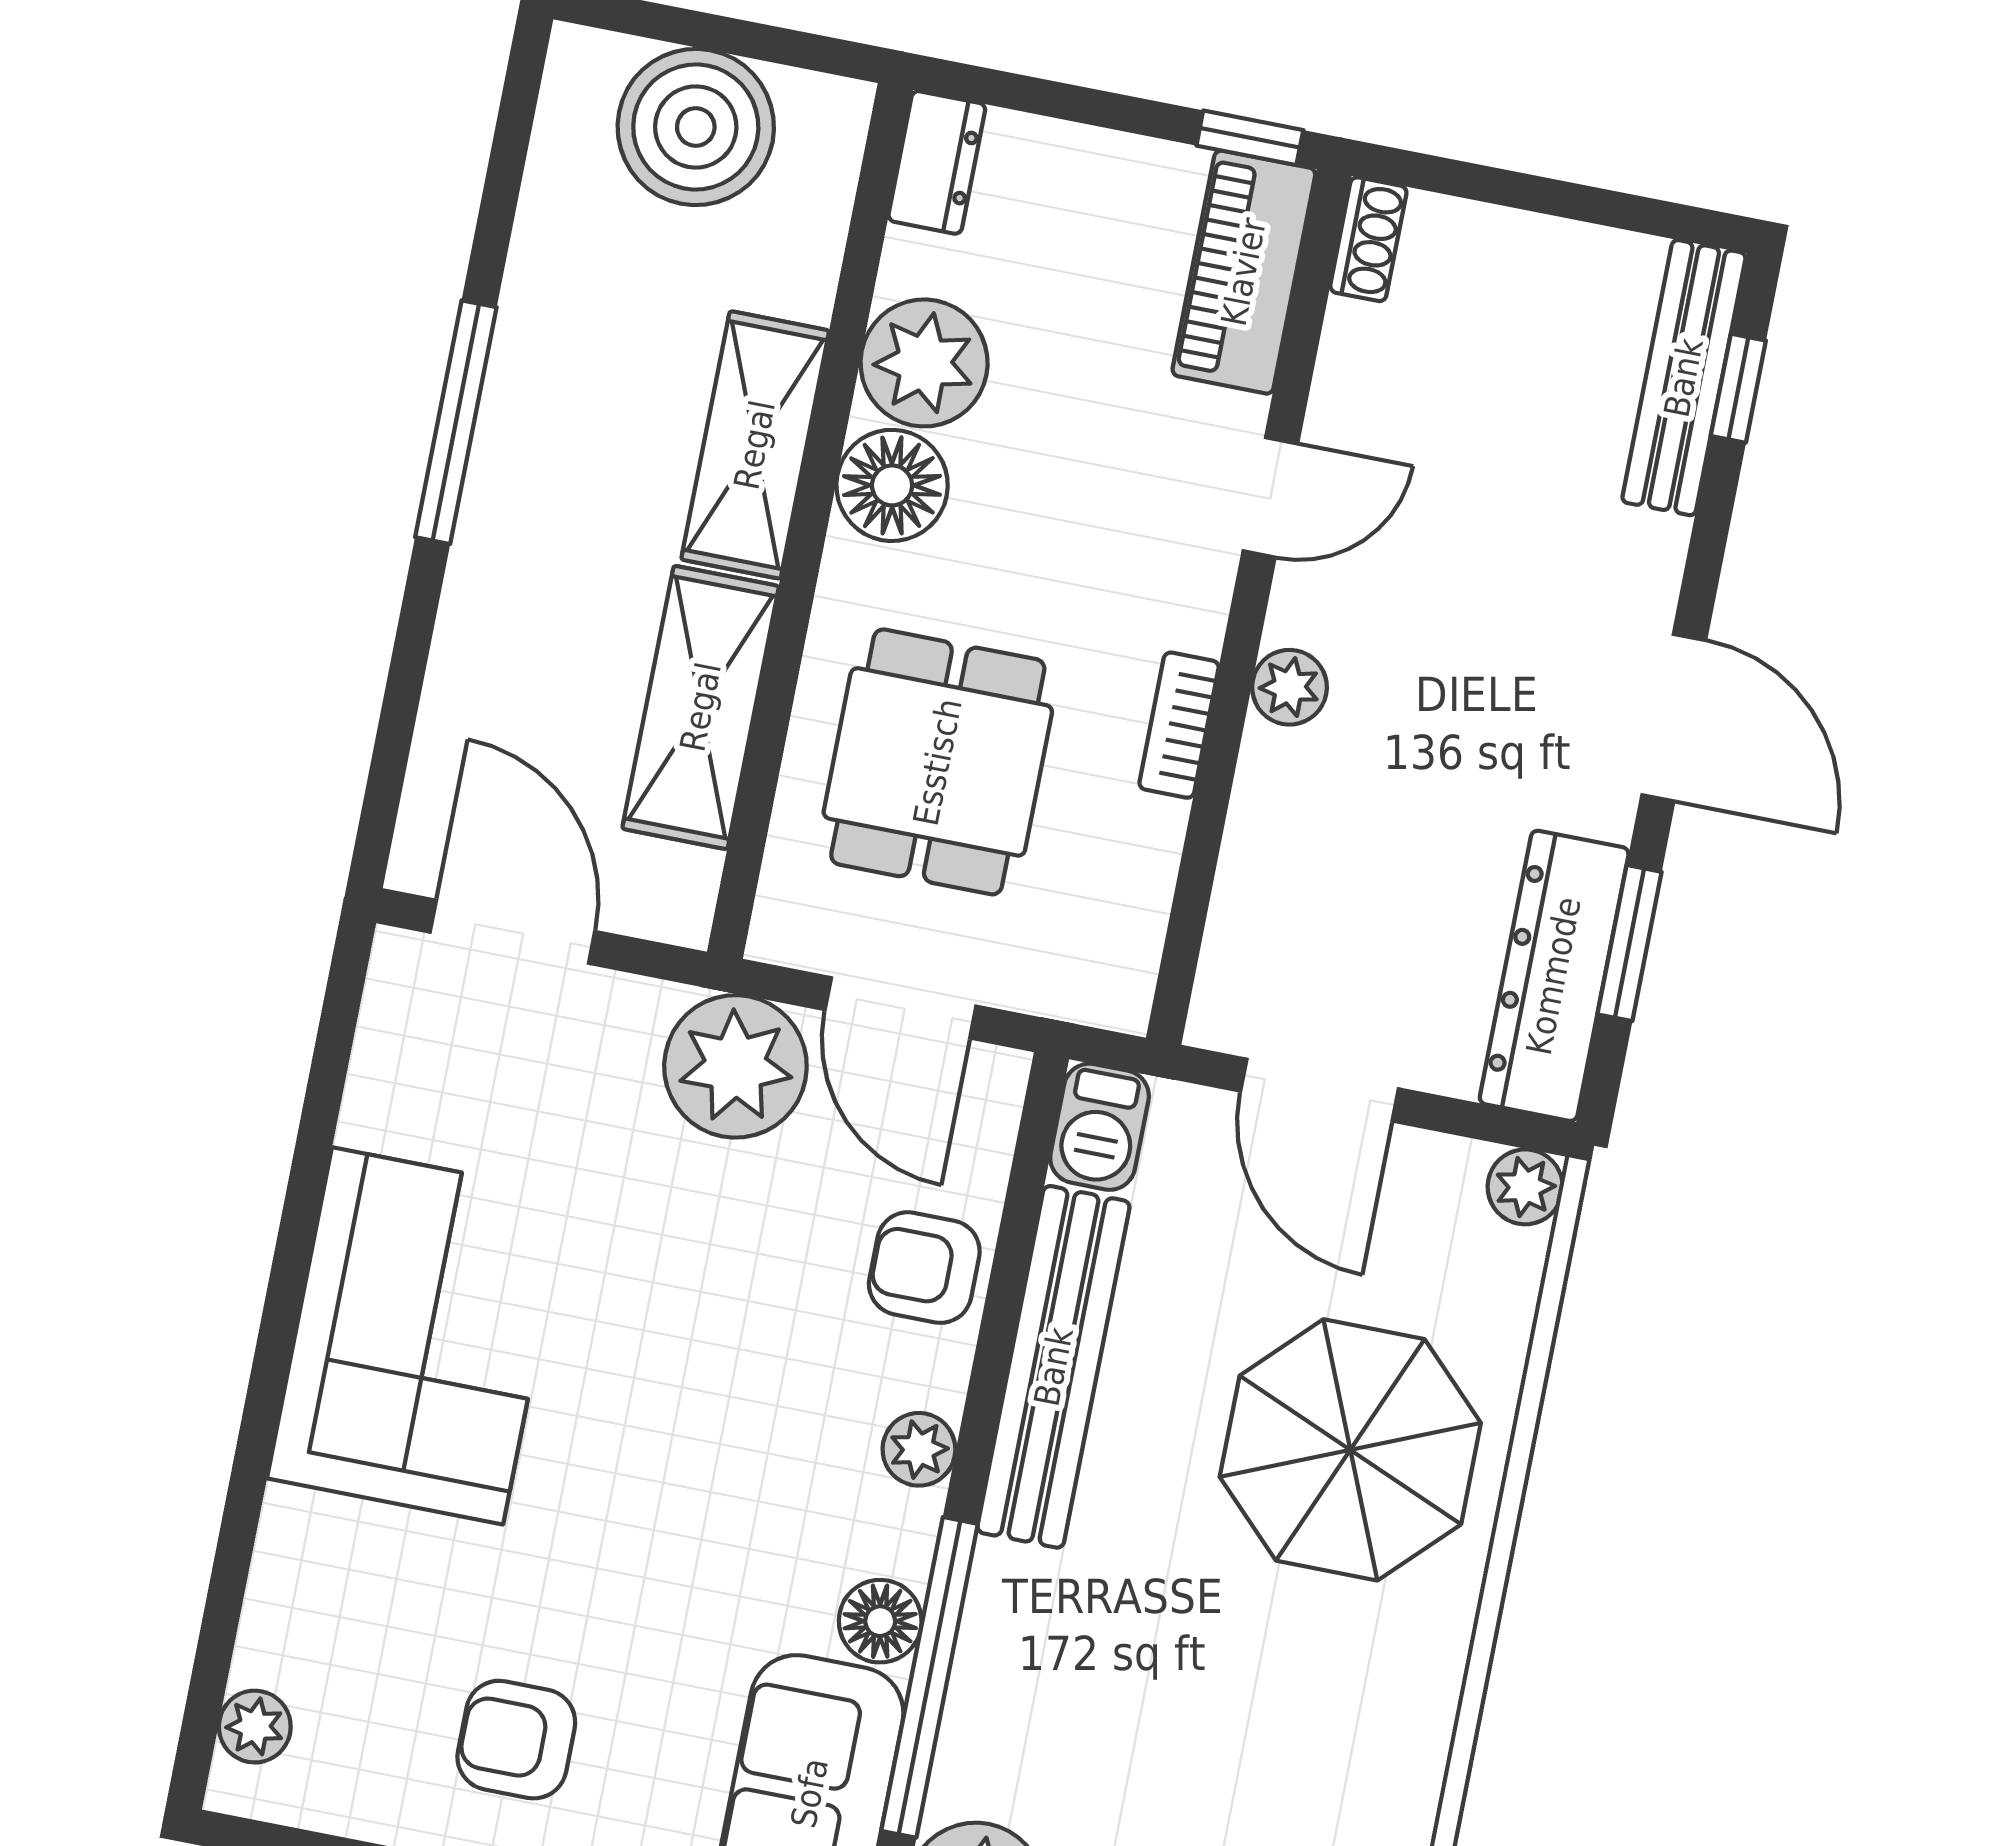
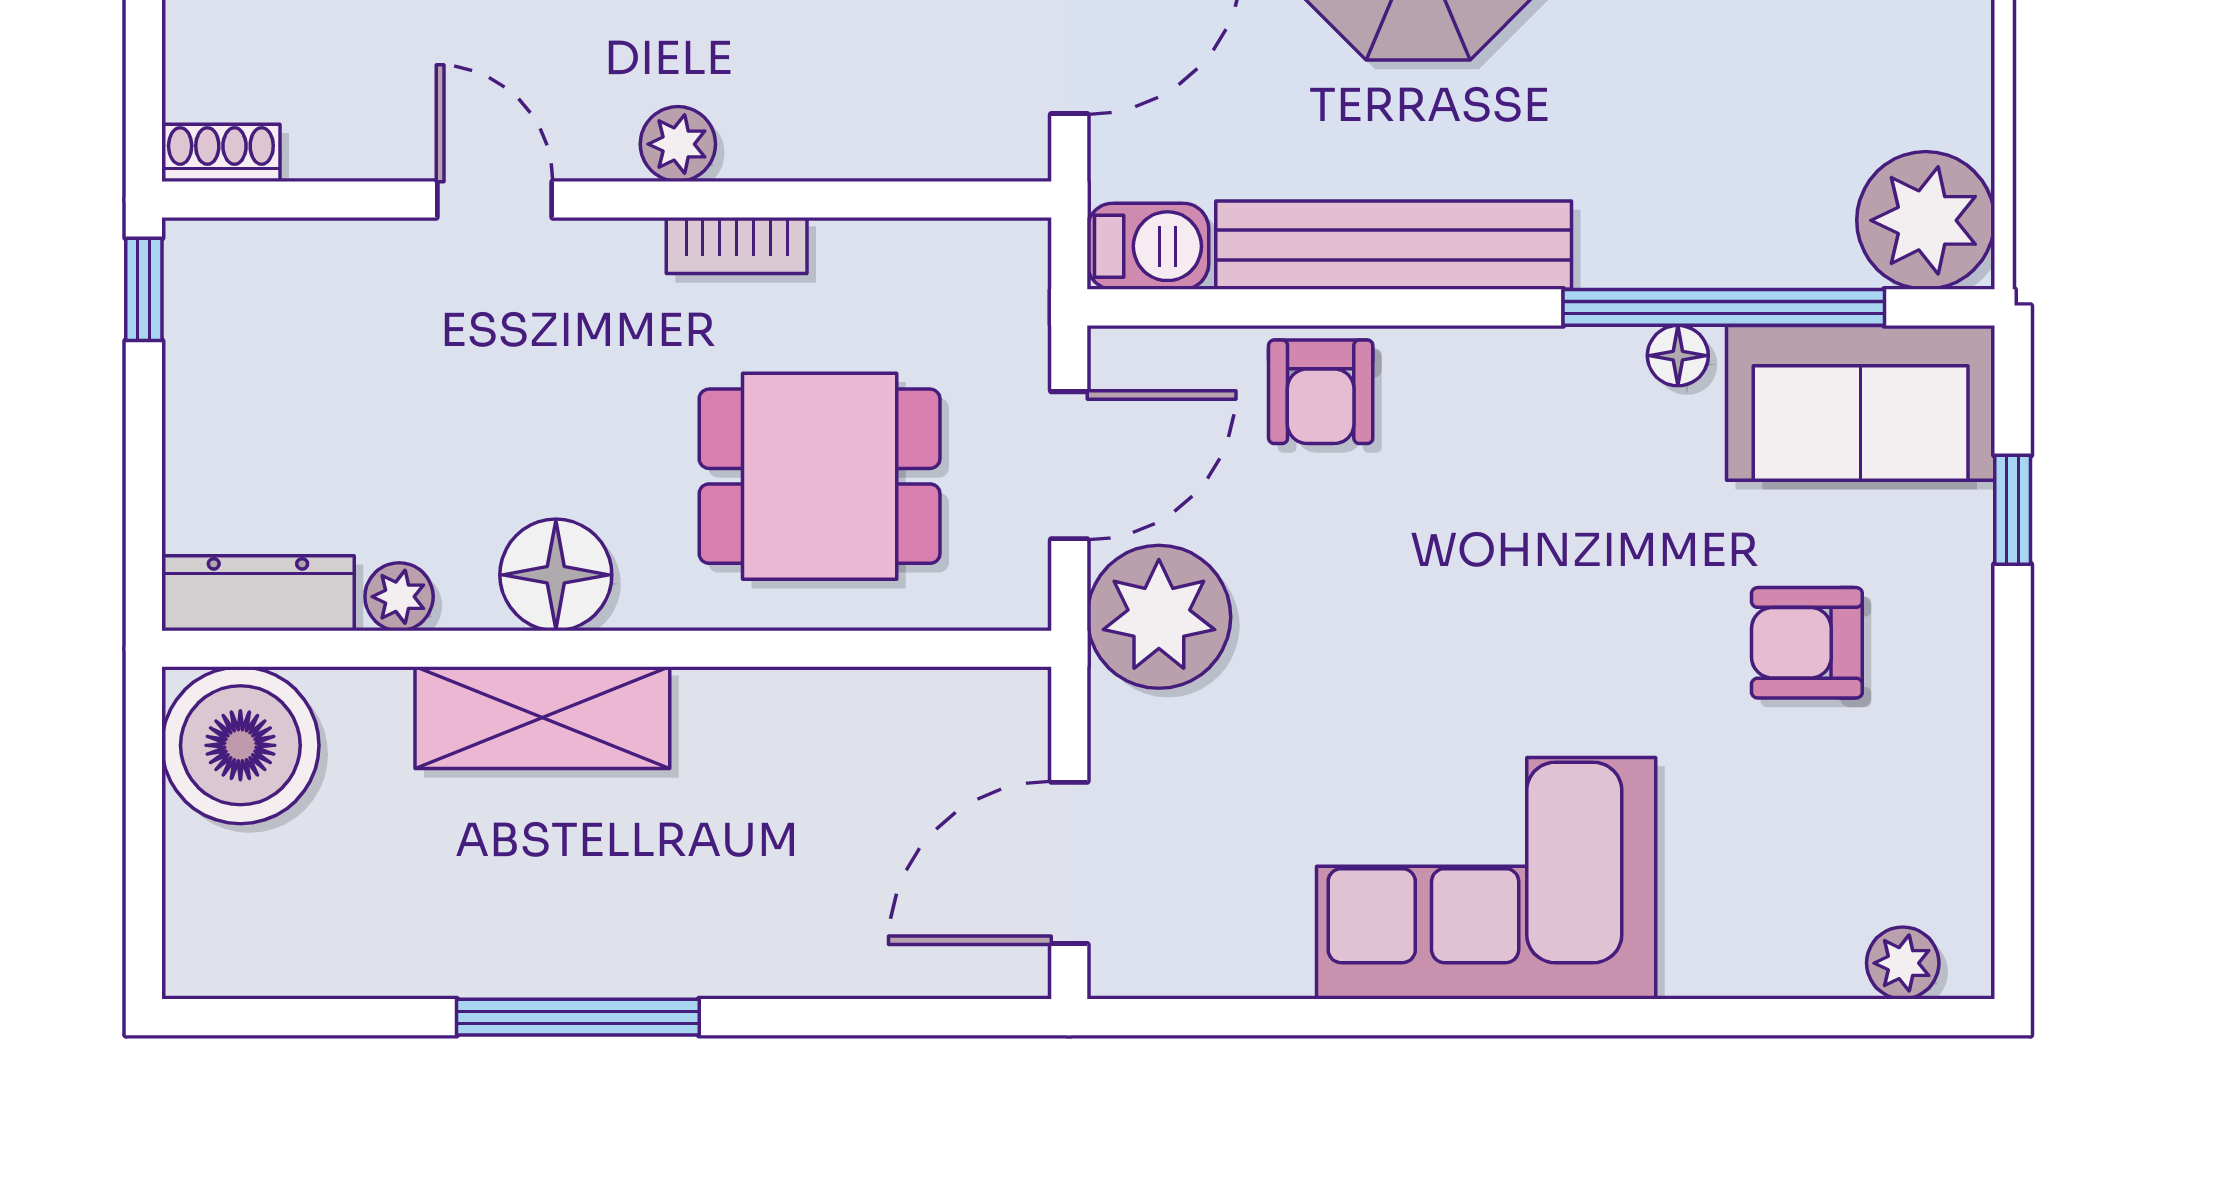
boiler: (696, 127) -> (240, 745), moved
dresser: (937, 162) -> (258, 593), width x1.44
piano: (1244, 272) -> (277, 269), removed
plant: (924, 363) -> (399, 597), width x0.53, depth x0.53
shelving: (701, 707) -> (812, 721), removed
plant: (919, 1449) -> (1501, 362), removed
floor lamp: (880, 1621) -> (1678, 356), width x0.73, depth x0.73
armchair: (516, 1740) -> (1807, 643), moved, turned 90

